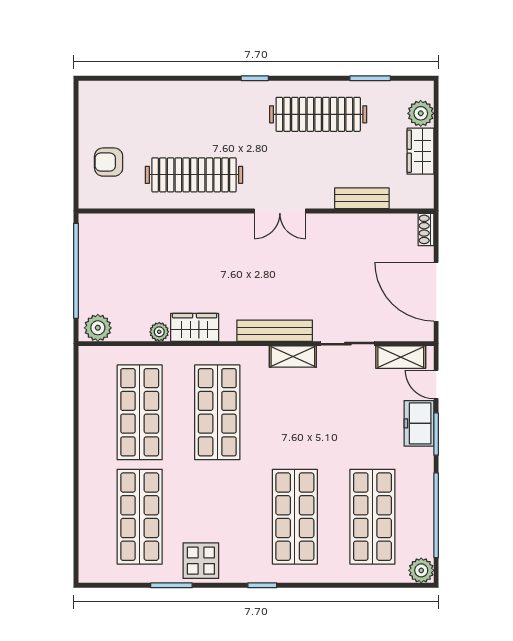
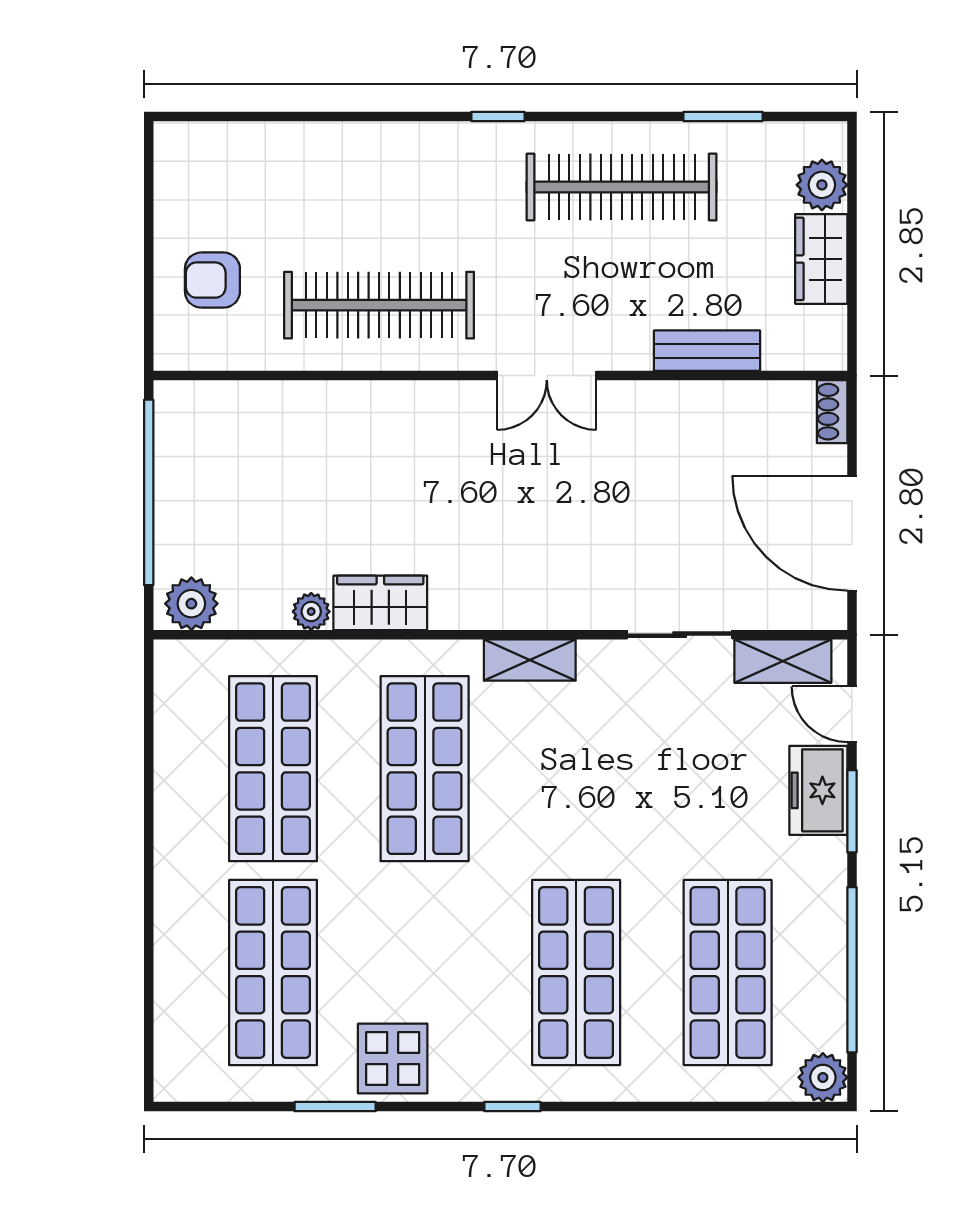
bench: (275, 331) -> (537, 609), removed
shelving: (293, 357) -> (530, 660), moved

